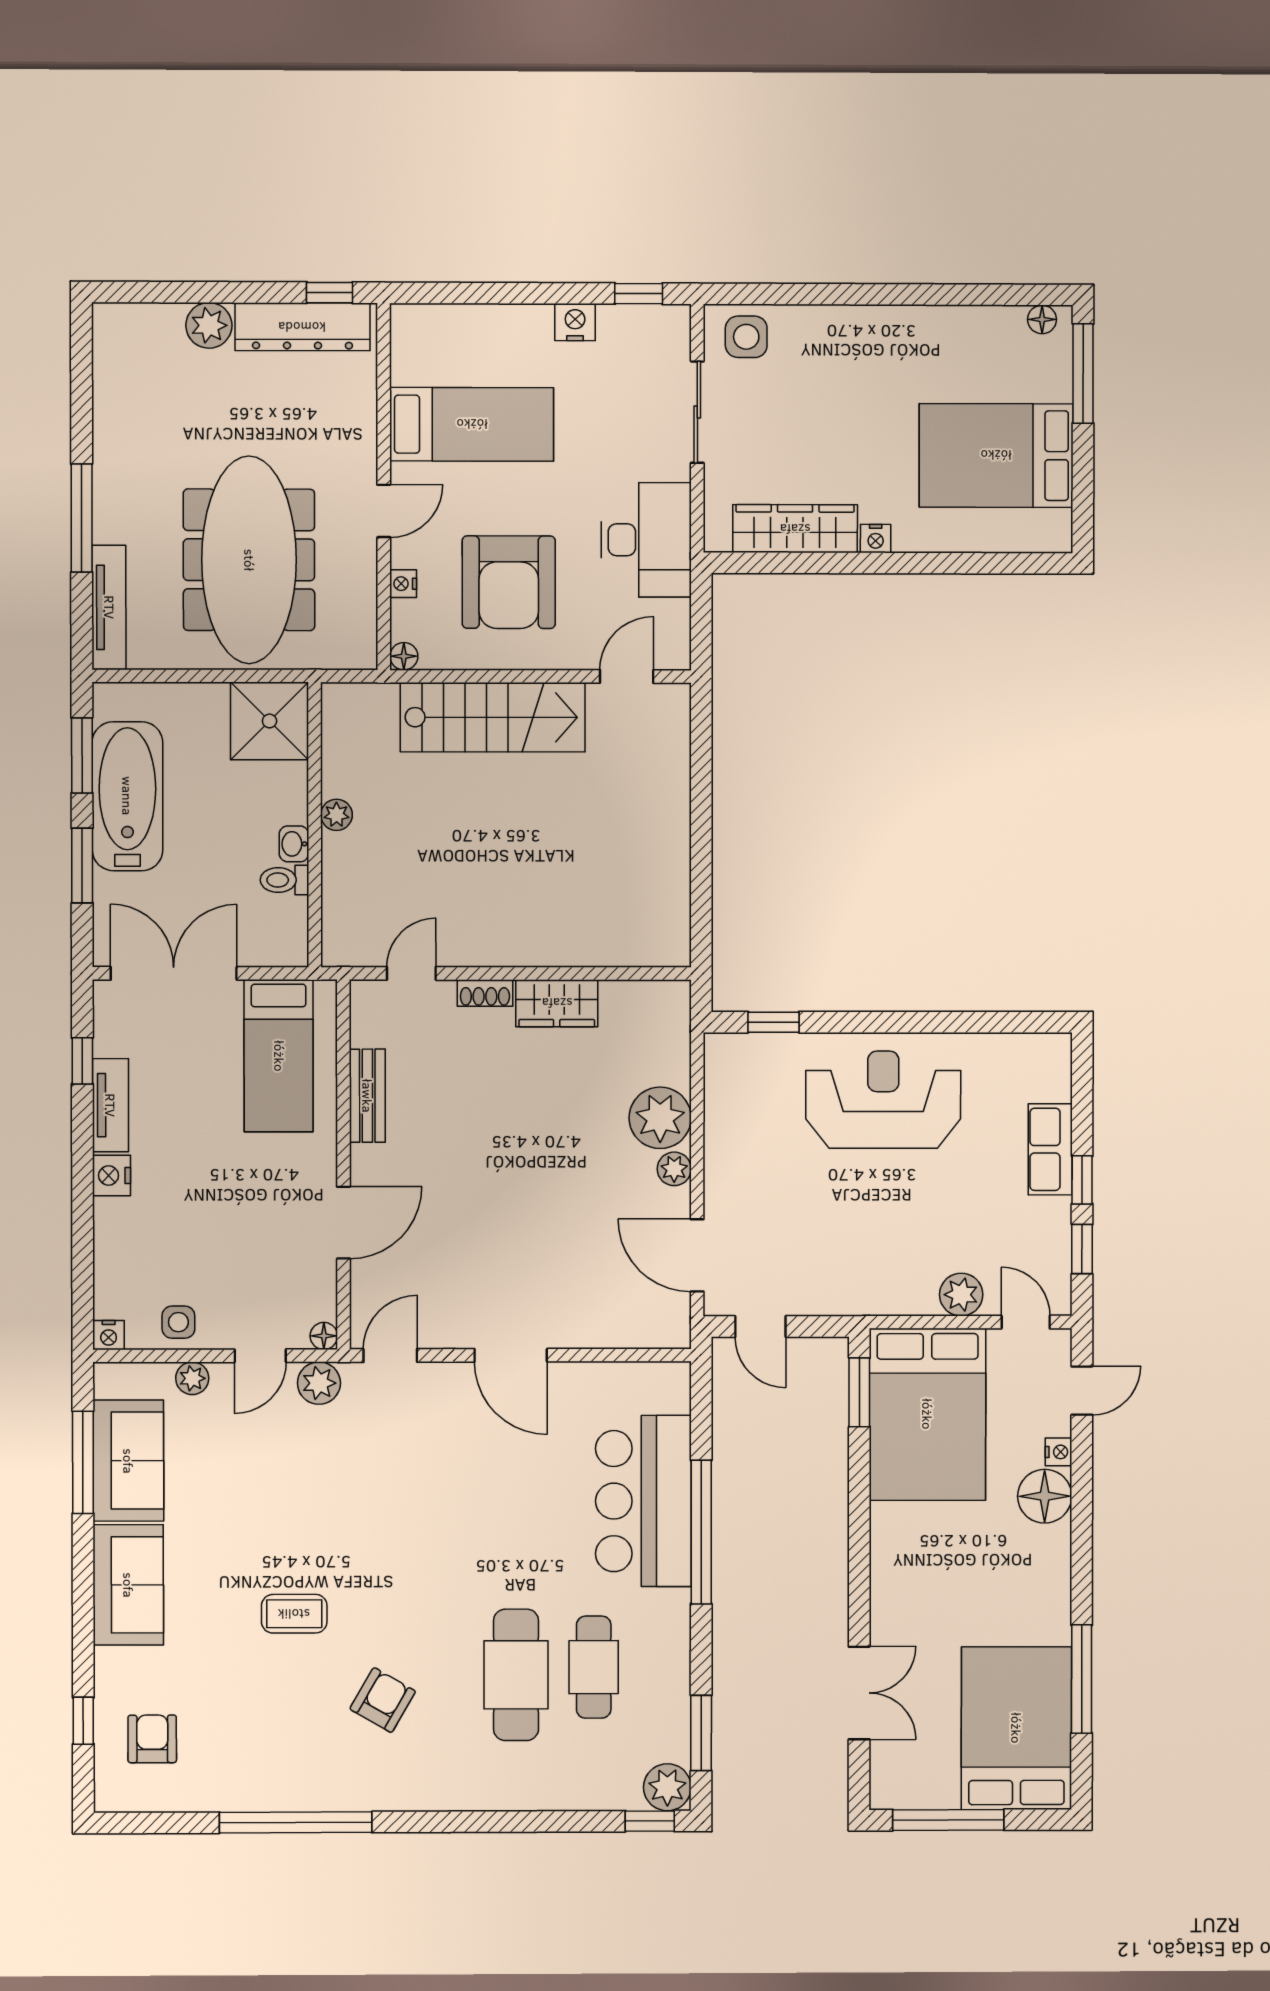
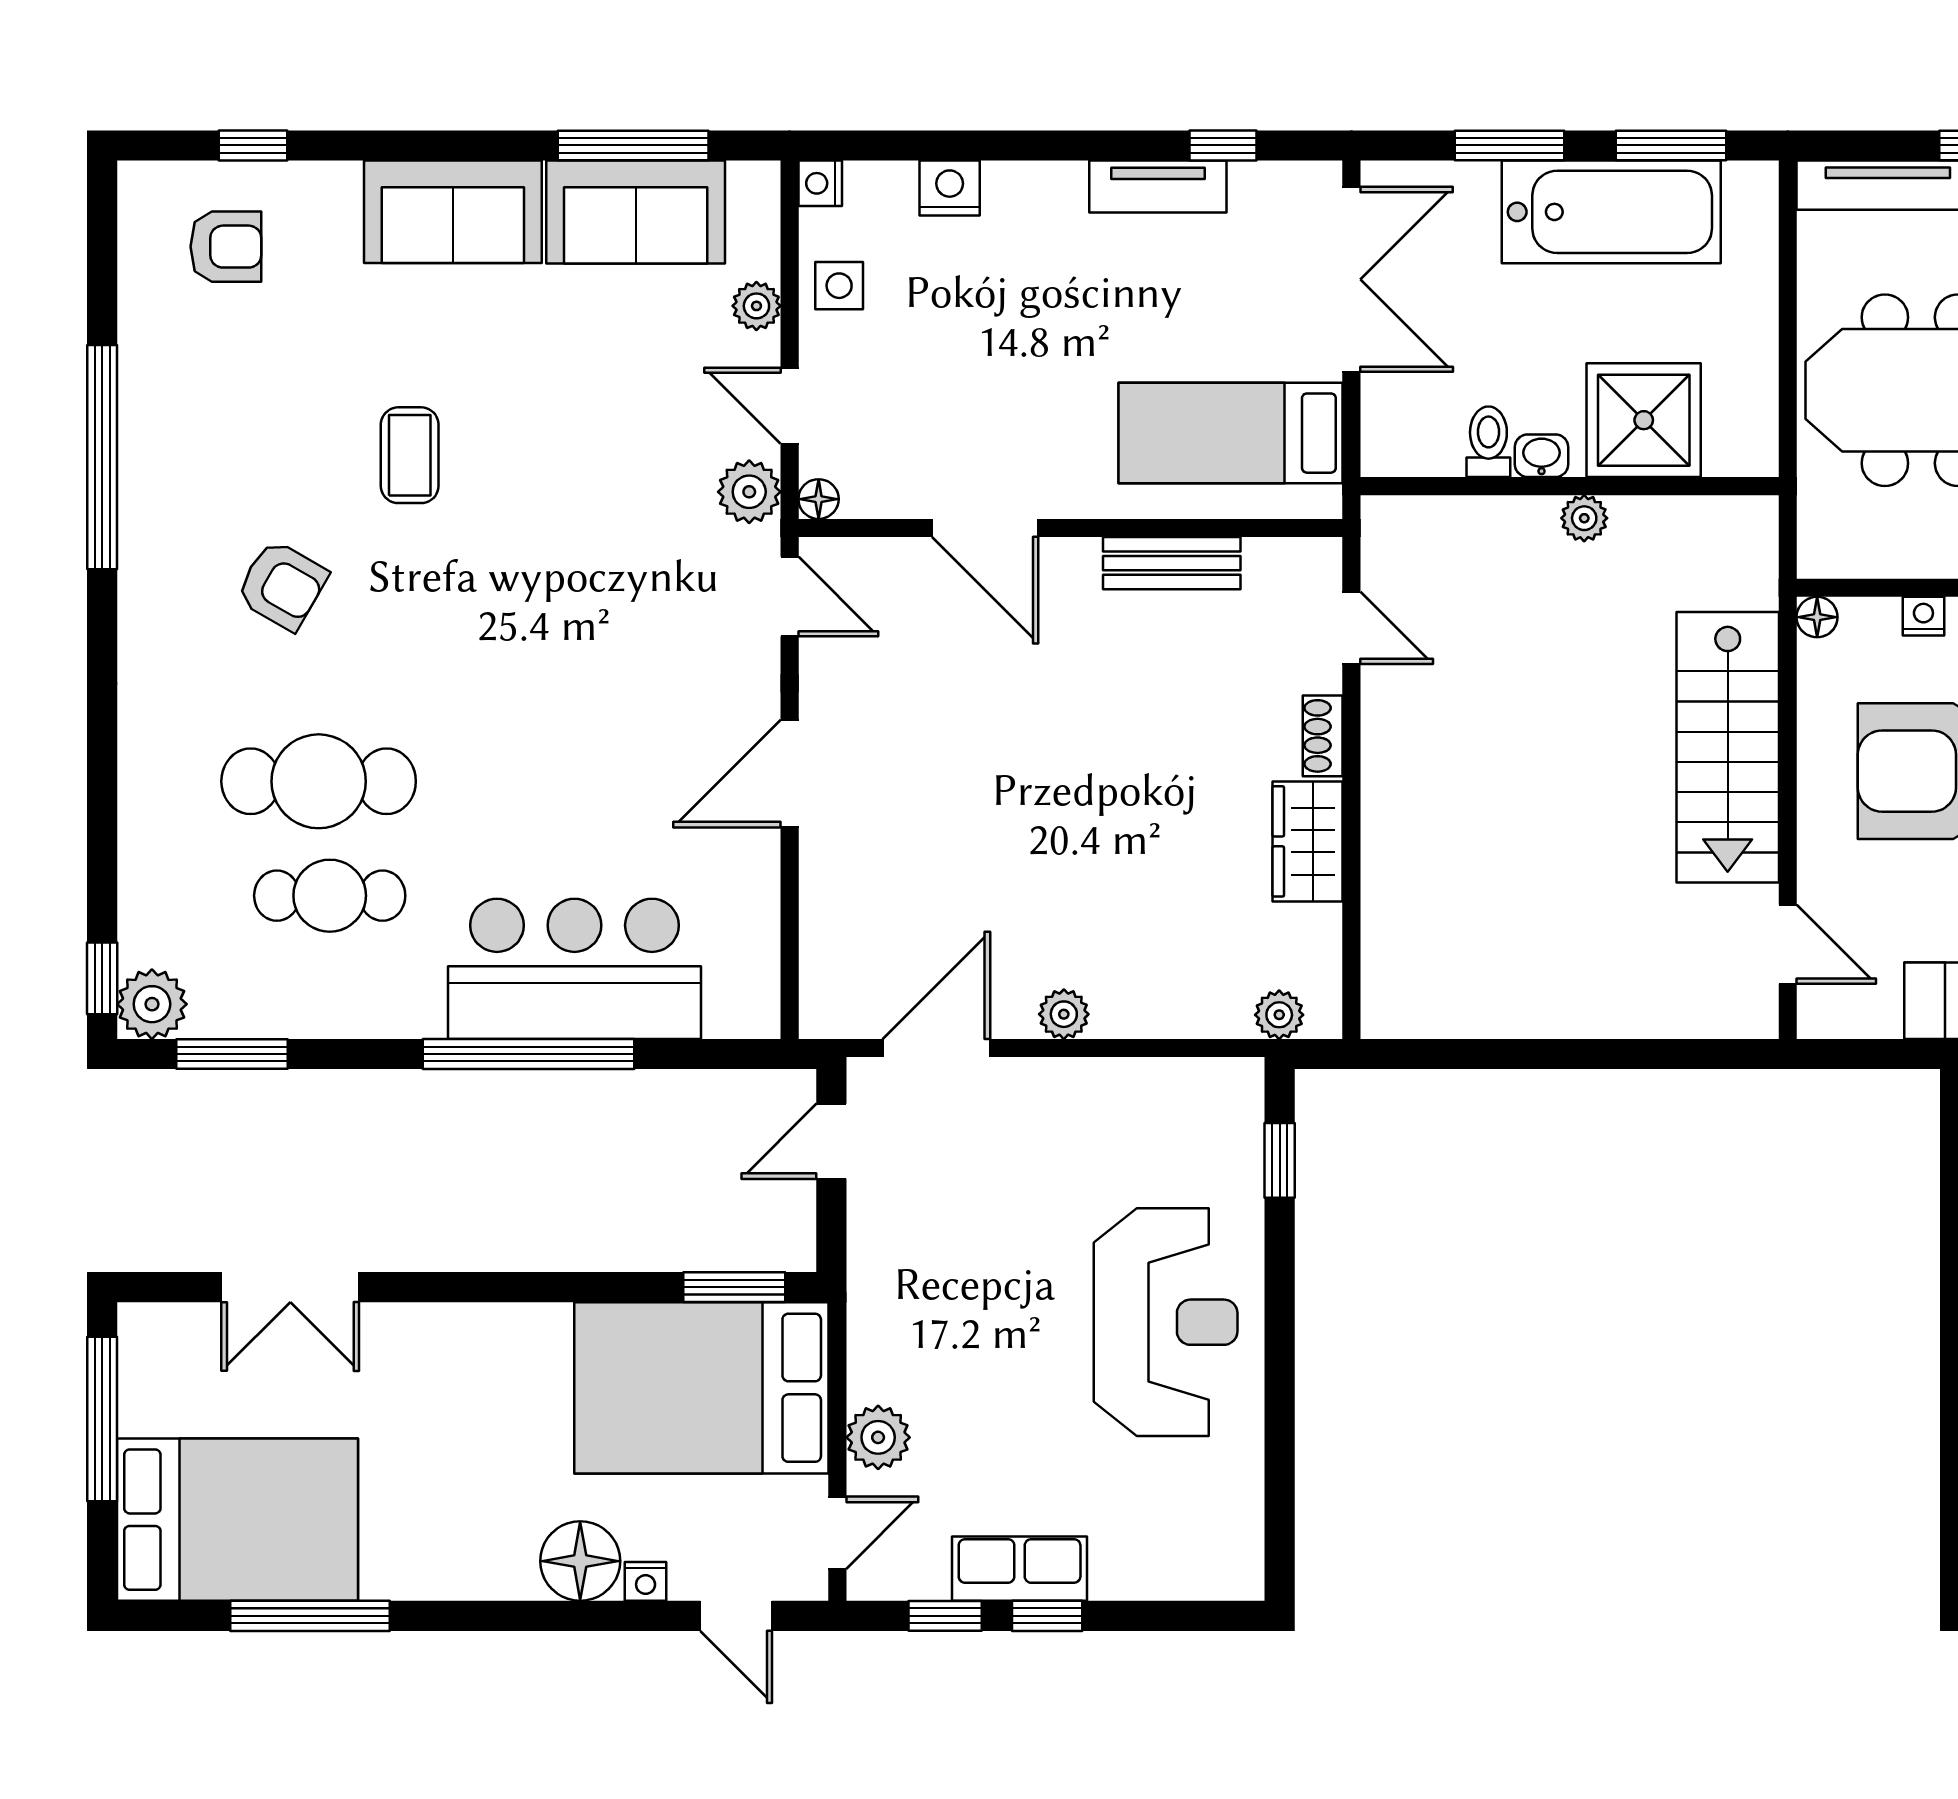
shower: (270, 721) -> (1644, 420), moved
plant: (660, 1118) -> (1279, 1015), moved, width x0.53, depth x0.53
row of seats: (1050, 1149) -> (1020, 1569), moved
nightstand: (112, 1175) -> (950, 188), moved

